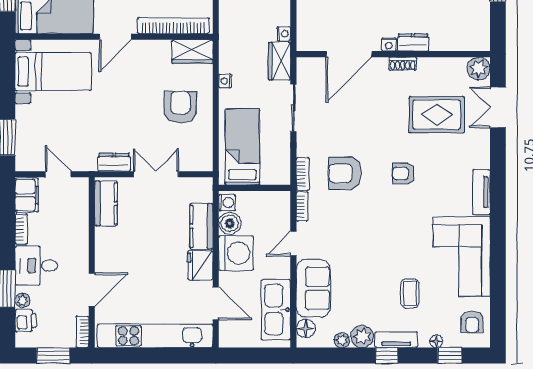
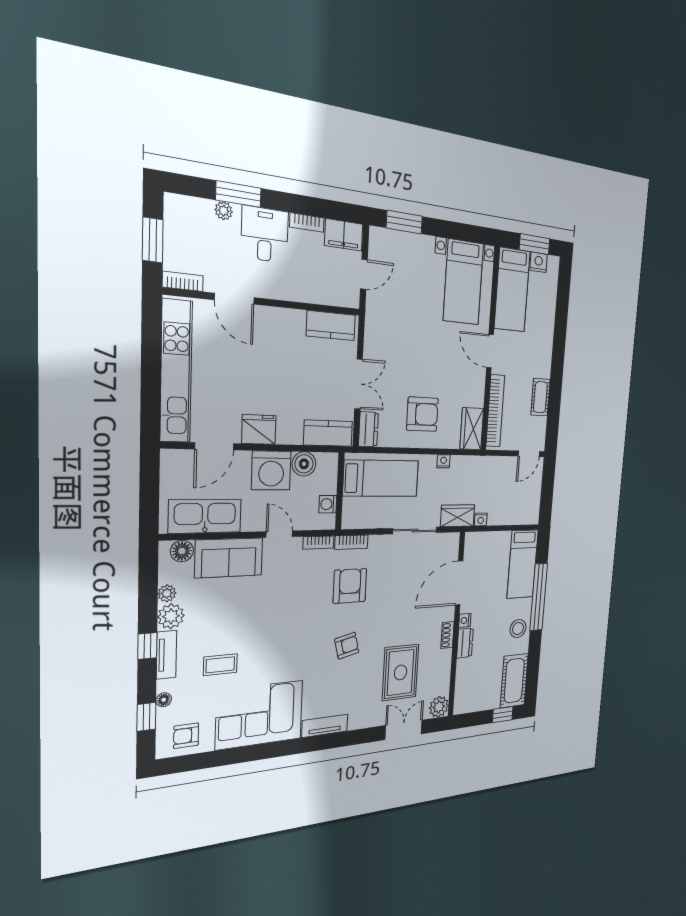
door: (349, 54) -> (459, 583), hinge flipped
dresser: (114, 162) -> (368, 429), moved
armchair: (404, 174) -> (347, 646), turned 76
washing machine: (227, 203) -> (328, 504), moved, turned 90
kitchen counter: (201, 226) -> (328, 433), moved
printer: (26, 321) -> (198, 211), removed

